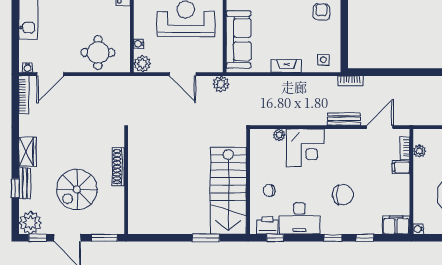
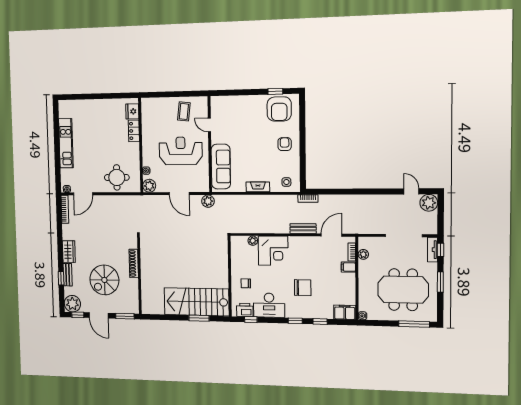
stairs: (228, 191) -> (196, 302), moved, turned 90

